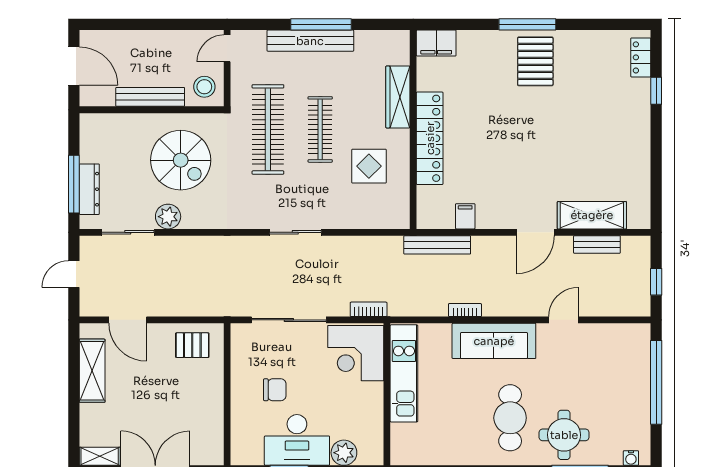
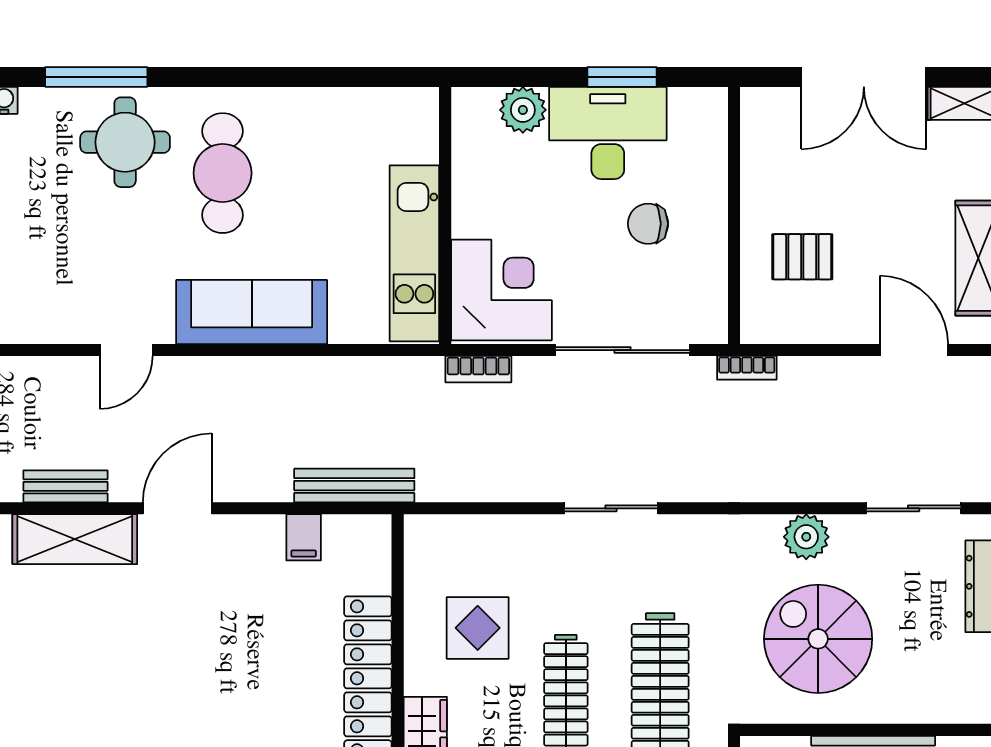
plant: (168, 217) -> (806, 537), moved
bookcase: (465, 310) -> (747, 368), moved
pallet: (192, 345) -> (802, 257), moved

